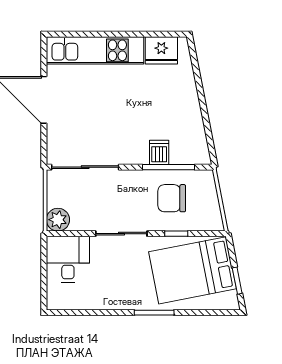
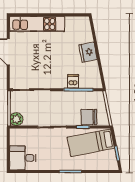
fridge: (161, 50) -> (88, 52), moved, turned 79
chair: (172, 198) -> (89, 117), moved
desk: (68, 259) -> (23, 158), moved, turned -90
bed: (192, 270) -> (91, 143), width x0.67

